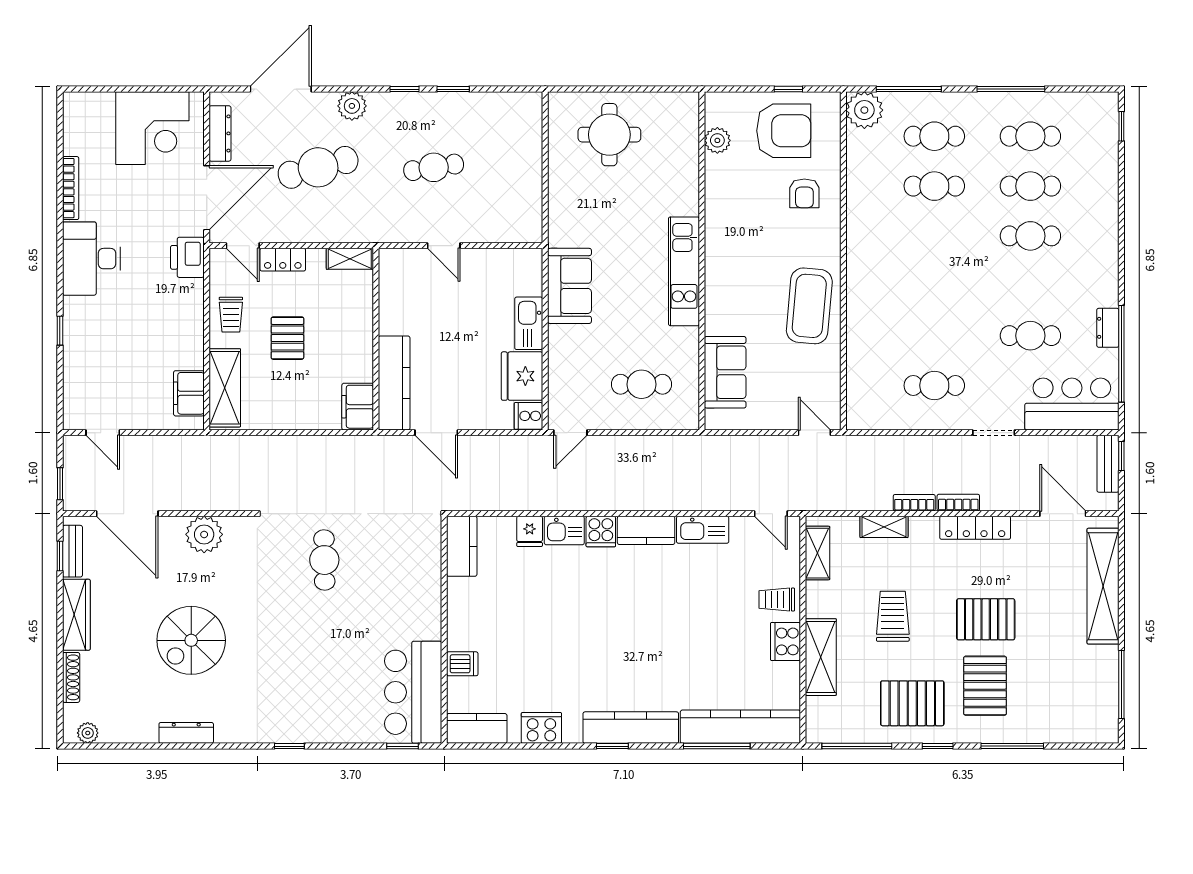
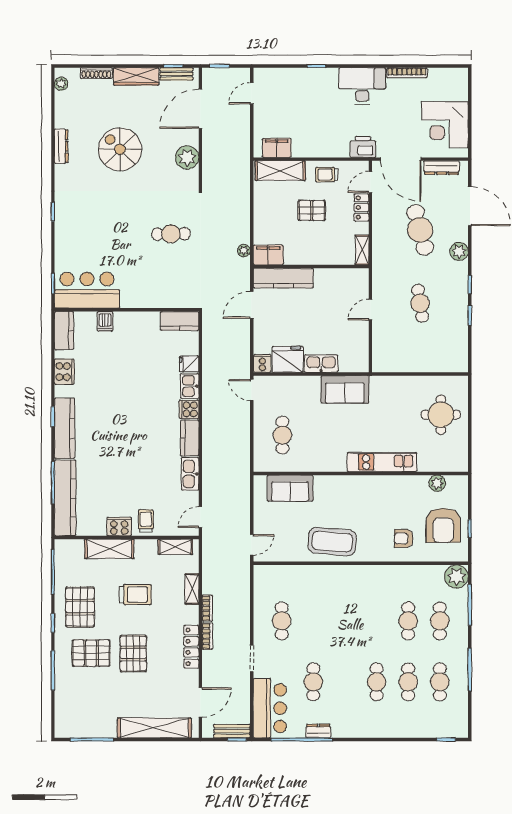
kitchen unit: (684, 271) -> (382, 462), moved
plant: (351, 445) -> (244, 250), added

